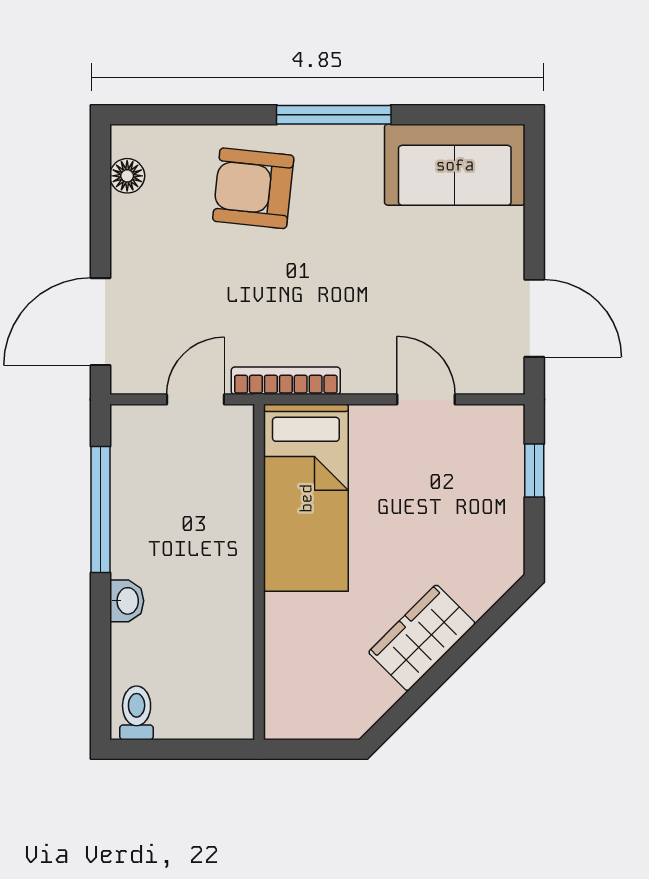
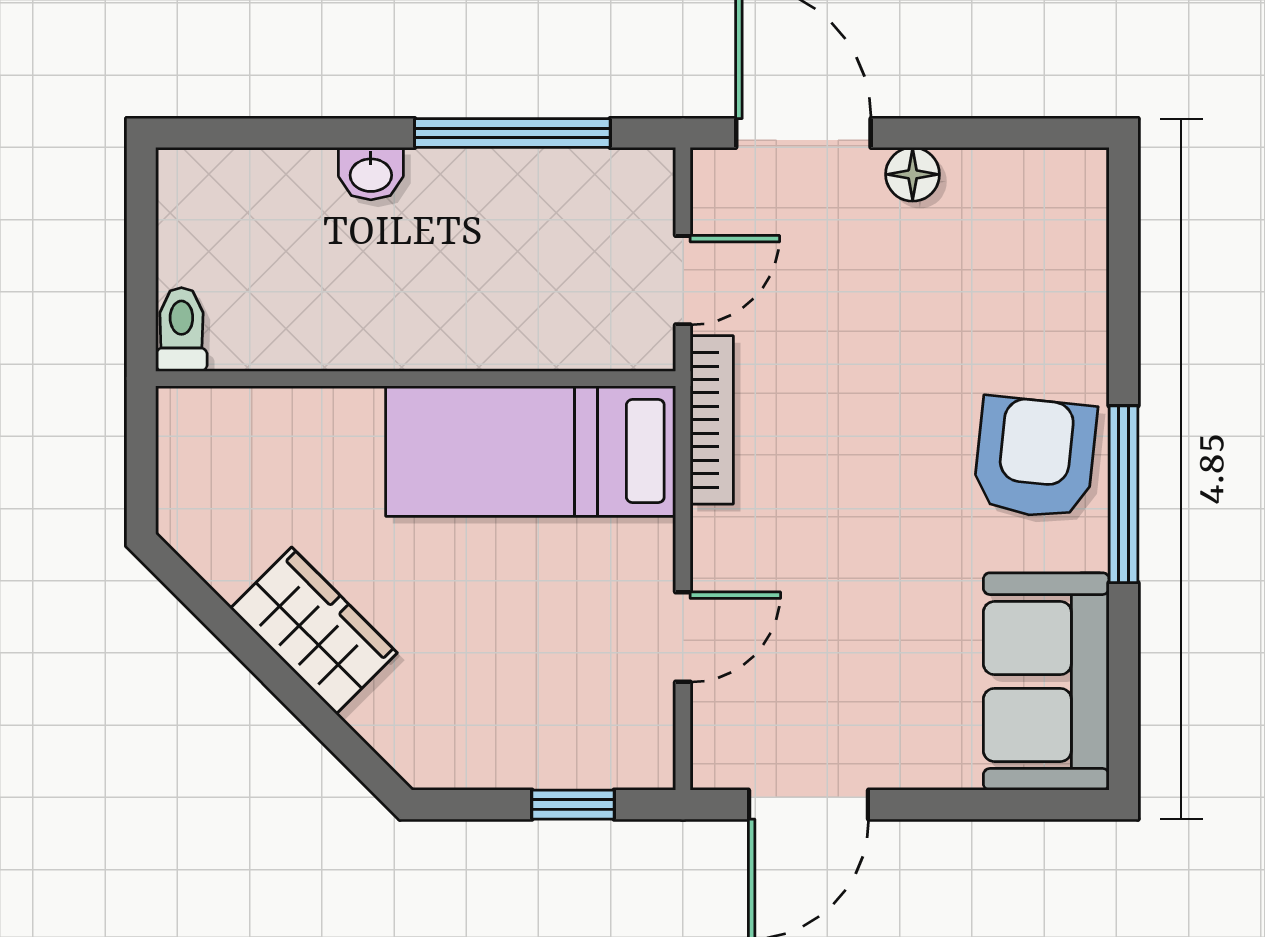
floor lamp: (127, 176) -> (913, 174), moved
armchair: (253, 188) -> (1035, 458), moved
door: (196, 399) -> (683, 280), hinge flipped
toilet: (137, 713) -> (181, 329), moved, turned -90

